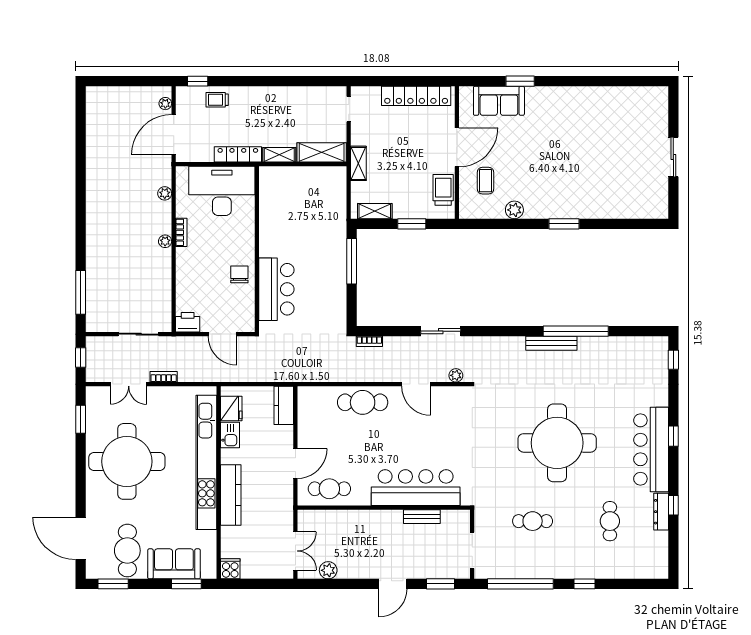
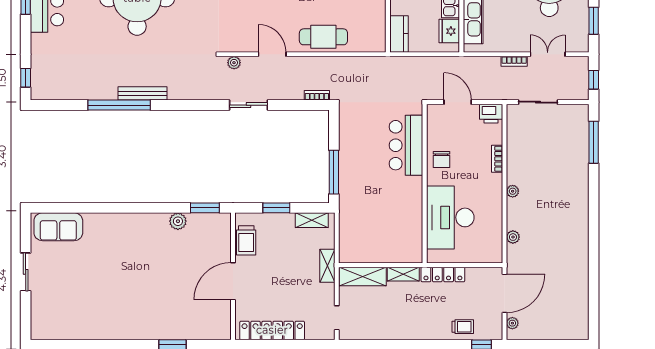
sofa: (499, 101) -> (58, 227), moved, turned 180
coffee table: (485, 181) -> (206, 249), removed
desk: (222, 191) -> (450, 217), moved, turned 90
window: (564, 224) -> (205, 208), moved
bookcase: (181, 232) -> (497, 159), moved

